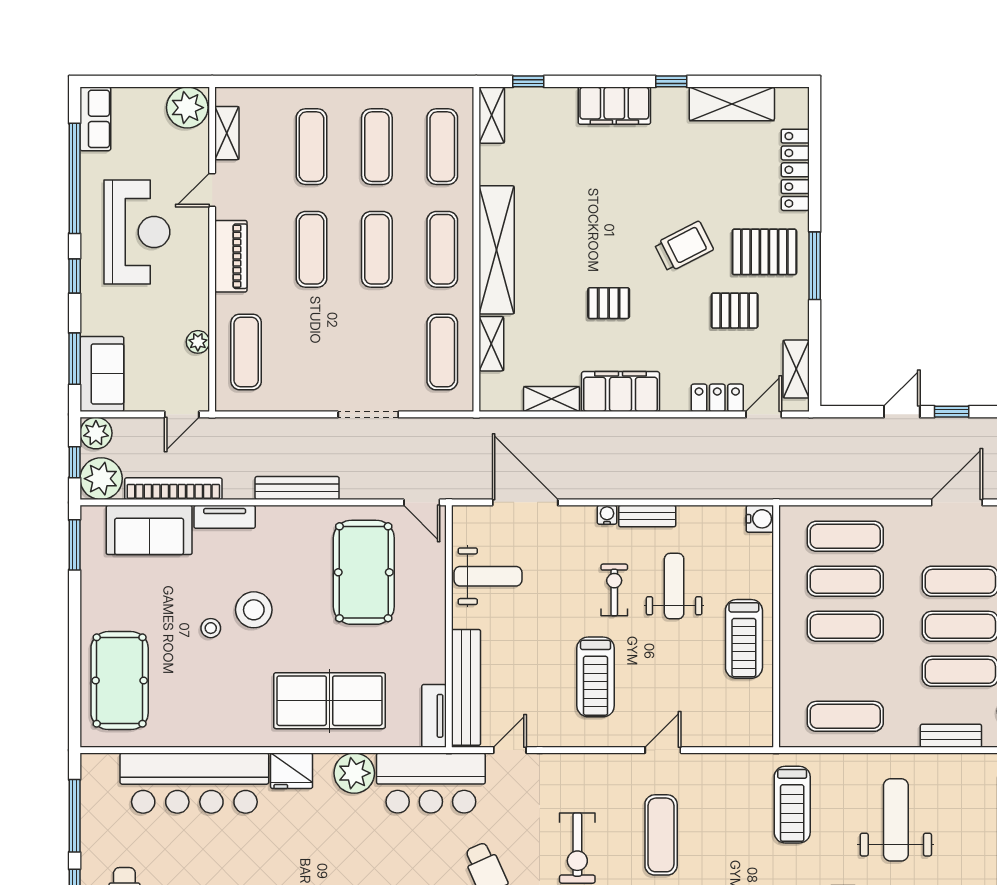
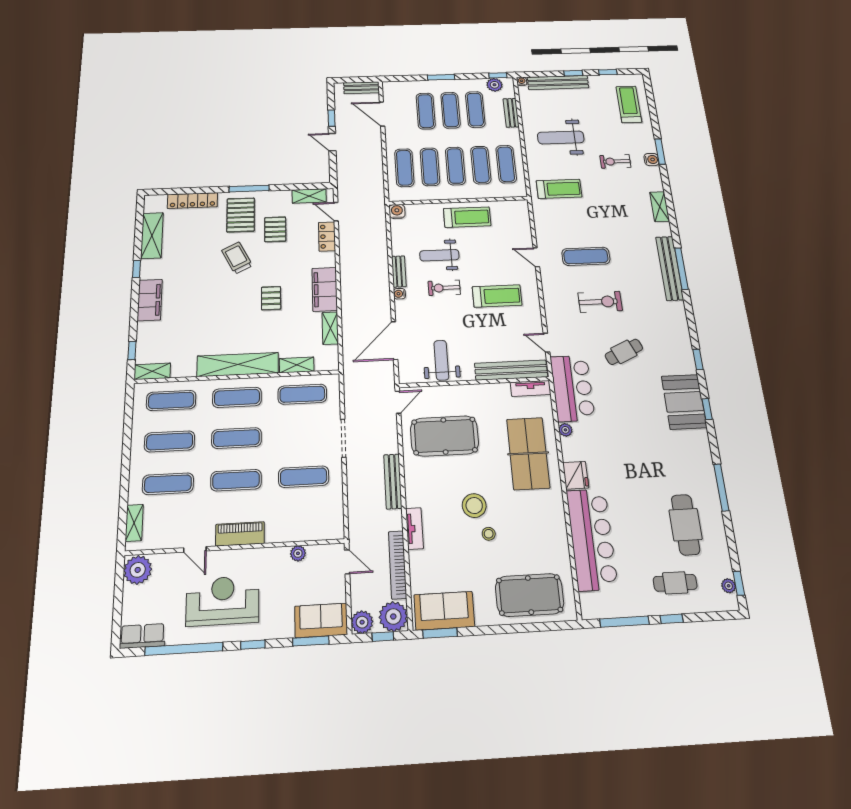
shelving: (227, 133) -> (134, 523), moved, turned 90
exercise mat: (246, 352) -> (304, 477), moved
sofa: (149, 530) -> (444, 611), moved, turned -90
exercise mat: (845, 671) -> (481, 165), added
plant: (354, 773) -> (565, 430), width x0.53, depth x0.53

